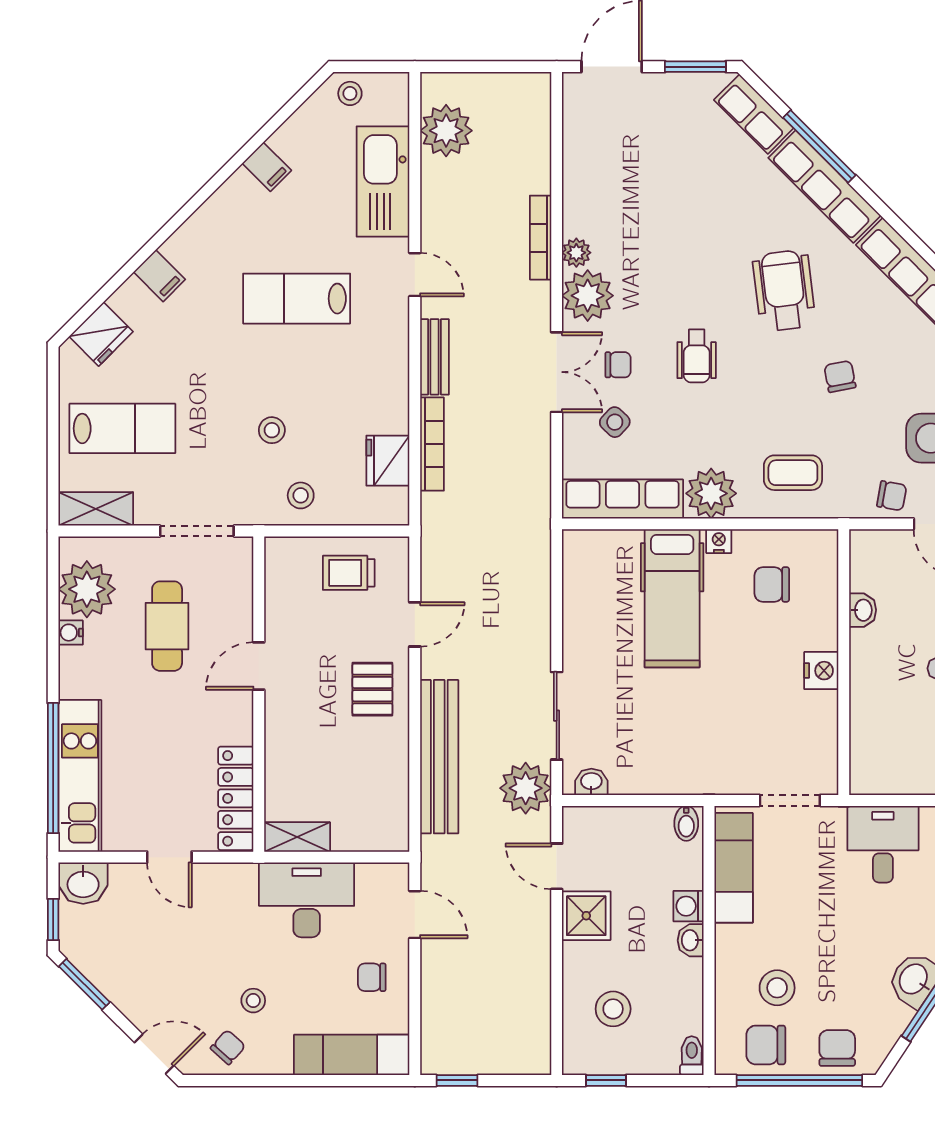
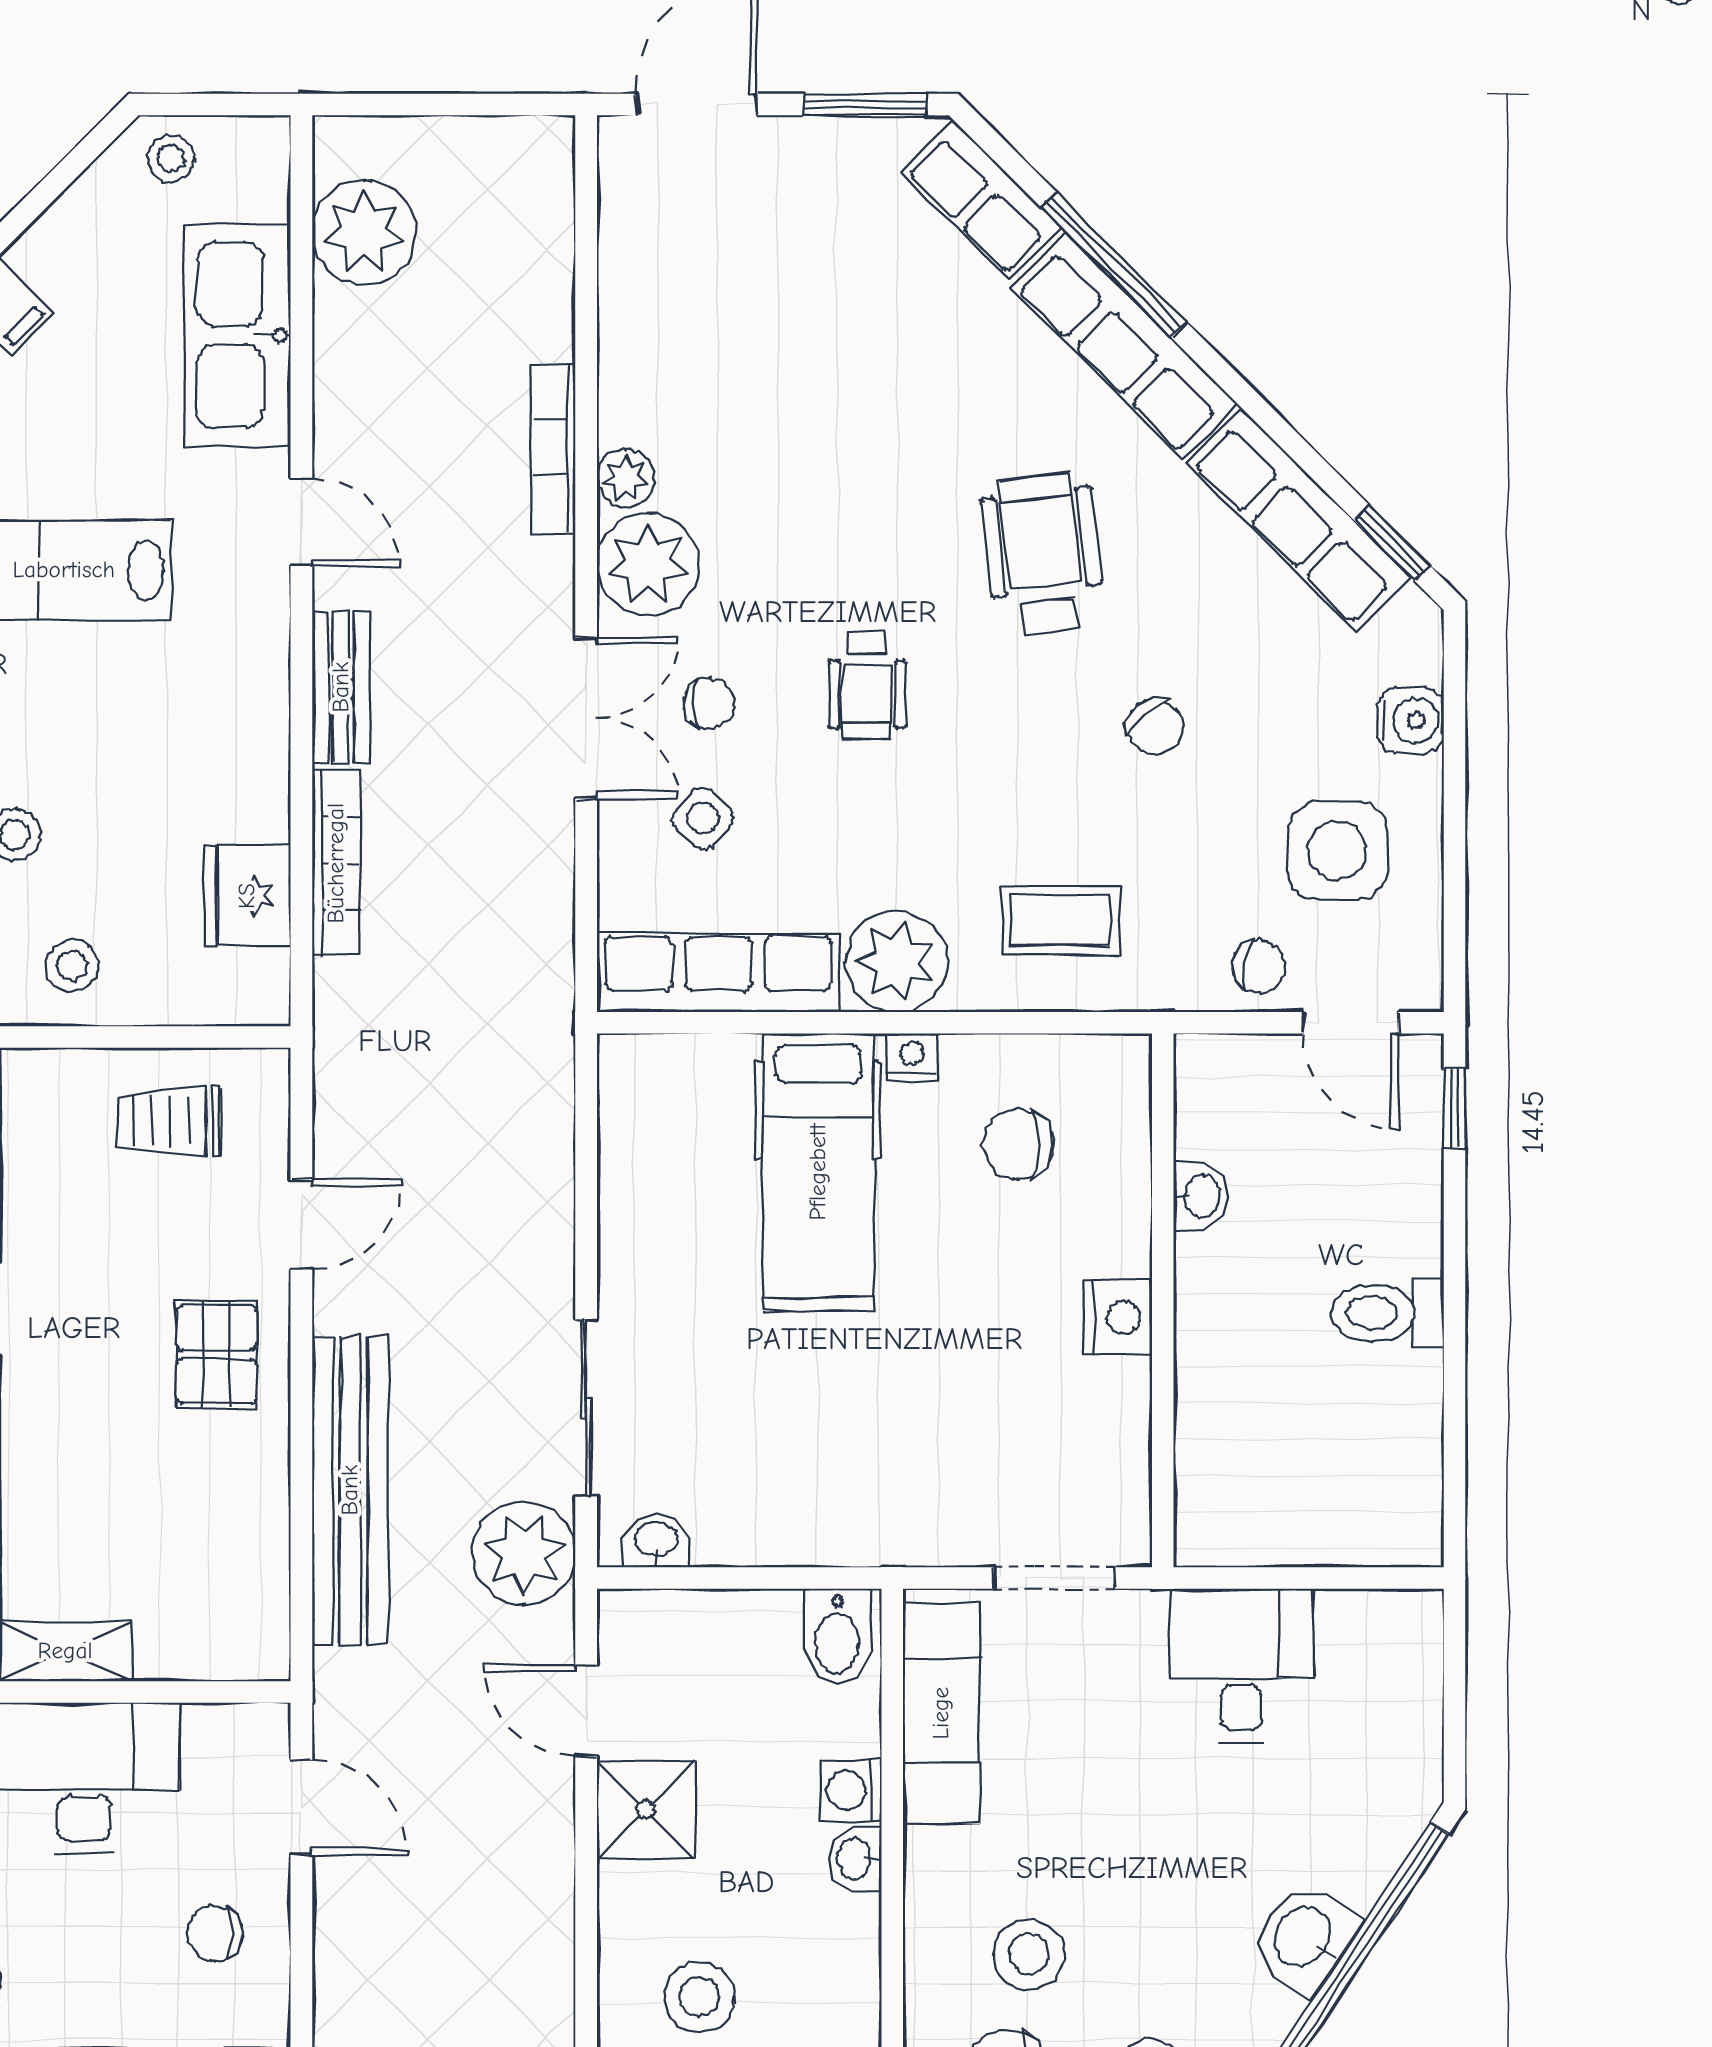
chair: (840, 376) -> (1155, 727), turned 150
bidet: (686, 823) -> (837, 1637), width x1.38, depth x1.36

